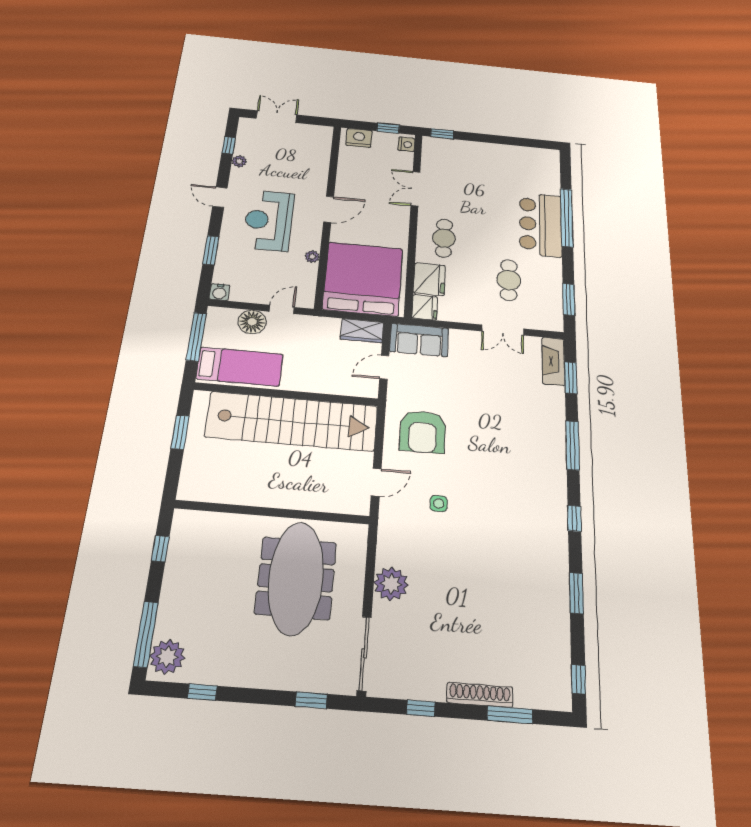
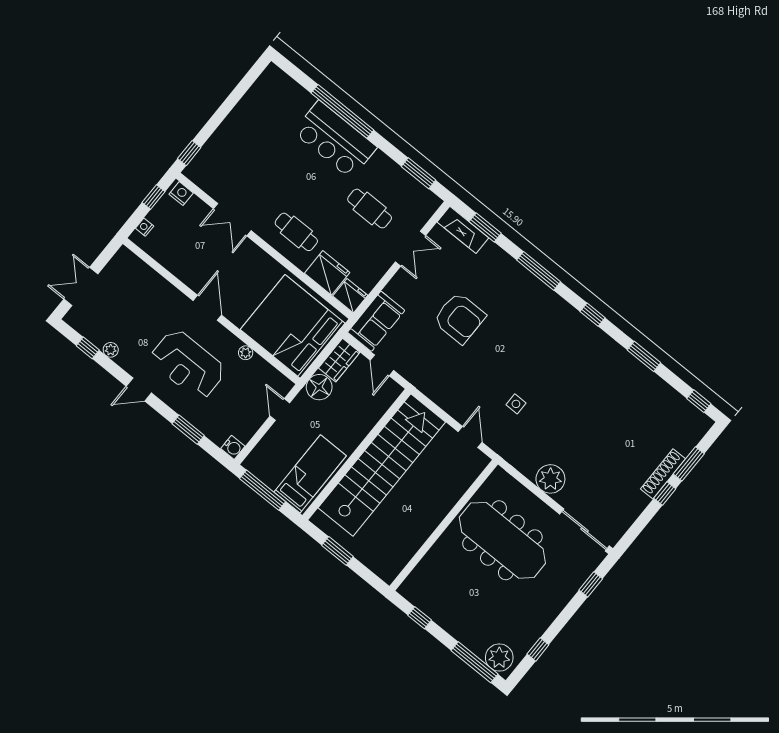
nightstand: (359, 138) -> (145, 227), width x0.53, depth x0.56
floor lamp: (252, 322) -> (319, 387), moved
armchair: (423, 432) -> (460, 318), moved
window: (421, 708) -> (665, 493), moved

